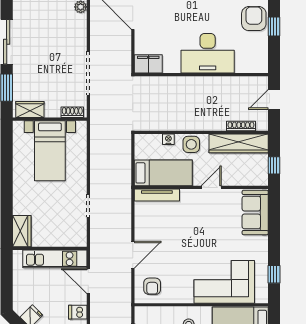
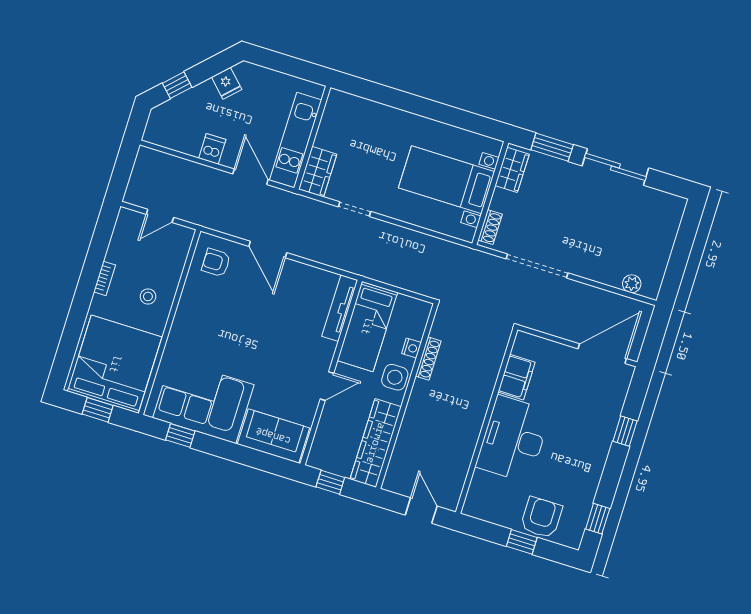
armchair: (254, 19) -> (541, 517), turned -90
filing cabinet: (148, 64) -> (517, 377), moved
shoe rack: (241, 126) -> (428, 359), moved
door: (211, 187) -> (327, 386), hinge flipped
wardrobe: (22, 231) -> (318, 172), moved, turned -90
door: (88, 281) -> (250, 177), hinge flipped
corner sofa: (224, 282) -> (203, 401), moved, turned -90

